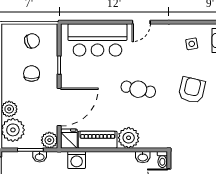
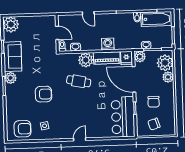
bar counter: (97, 40) -> (123, 117), moved, turned -90
cafe table: (138, 89) -> (79, 81), moved
armchair: (192, 90) -> (43, 94), turned -103
door: (59, 107) -> (134, 79), hinge flipped
washing machine: (77, 160) -> (108, 44), moved

